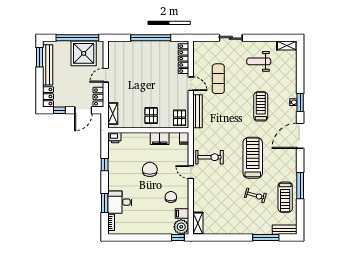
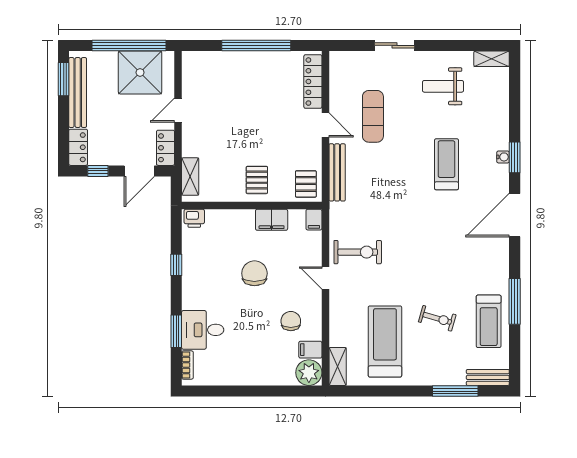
treadmill: (253, 158) -> (385, 341), moved
window: (178, 237) -> (303, 391), removed

